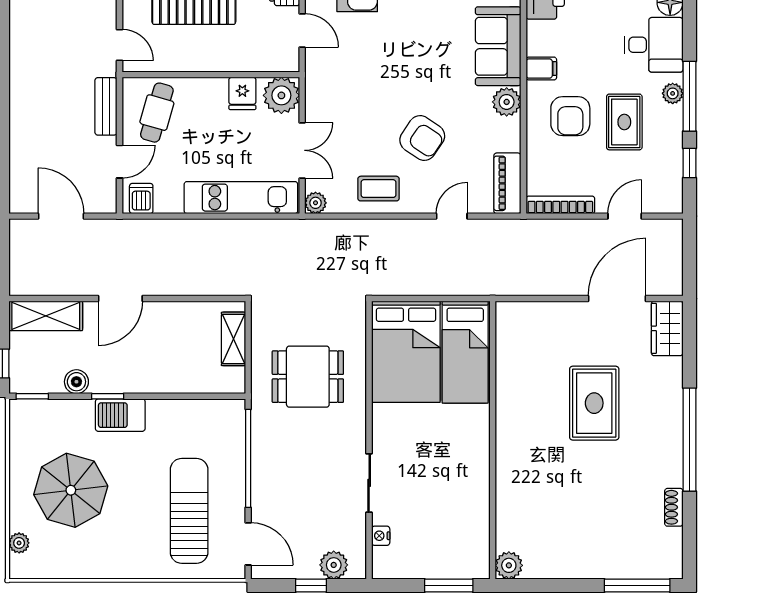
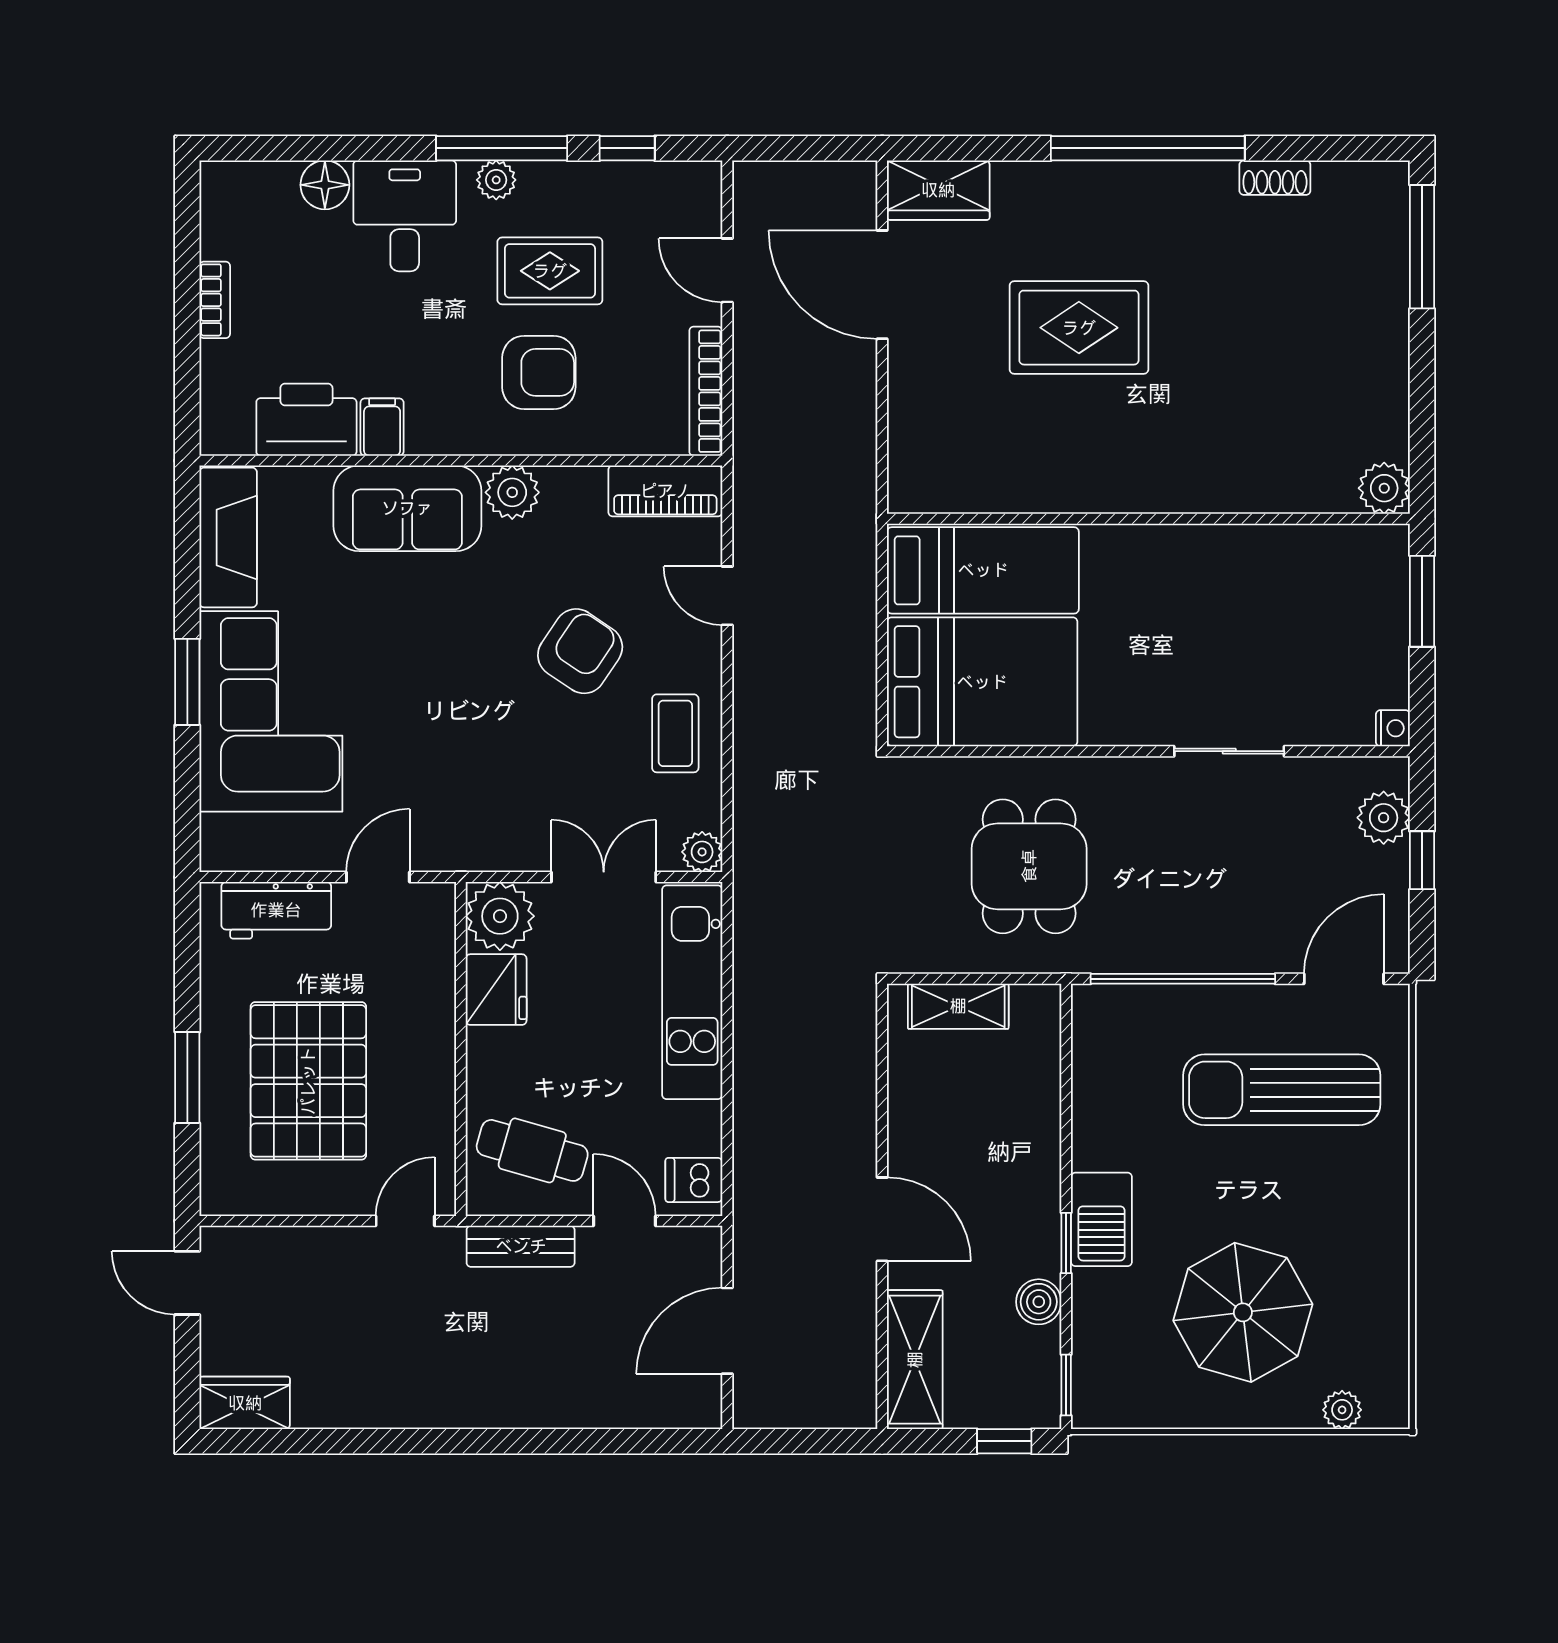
filing cabinet: (541, 69) -> (382, 427), moved
fridge: (242, 93) -> (496, 990), width x1.38
nightstand: (381, 536) -> (1393, 728), moved, turned -90

